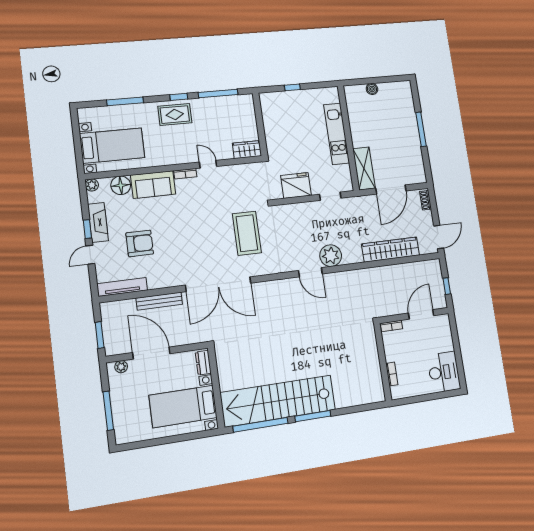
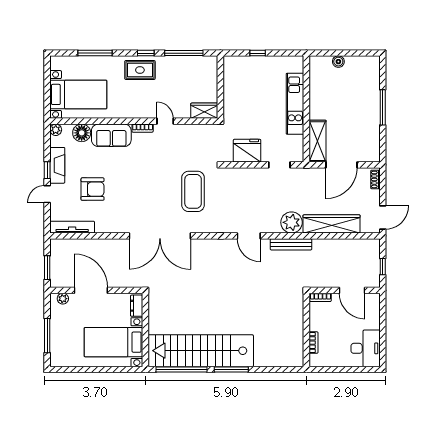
plant: (331, 256) -> (292, 222), moved
bench: (159, 301) -> (291, 244), moved
door: (421, 314) -> (352, 290), swing flipped

